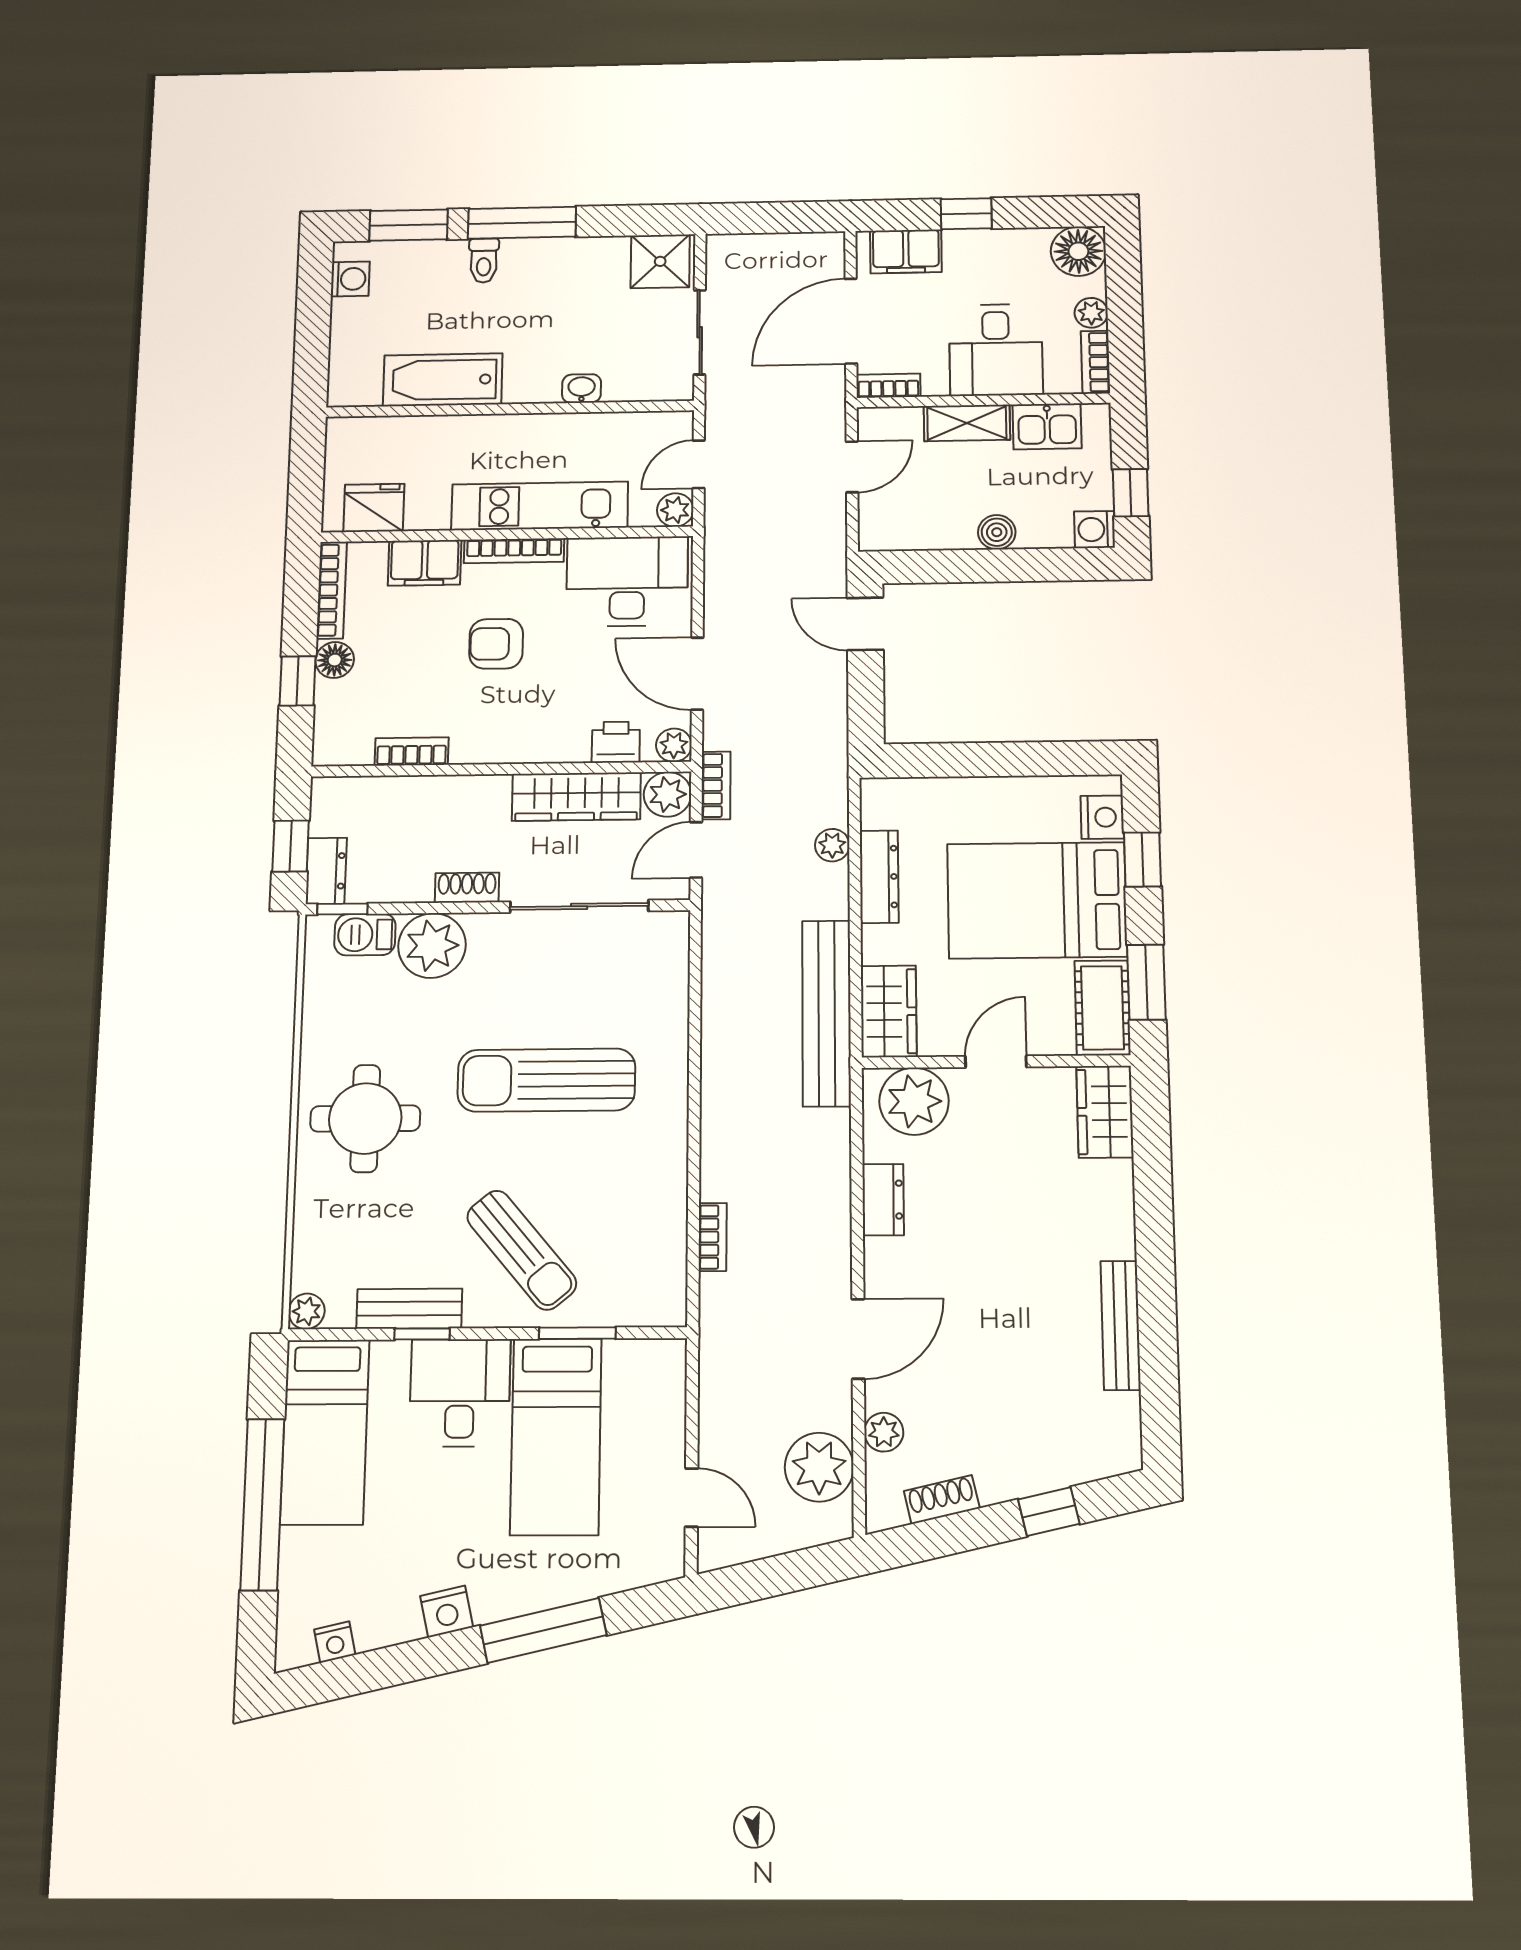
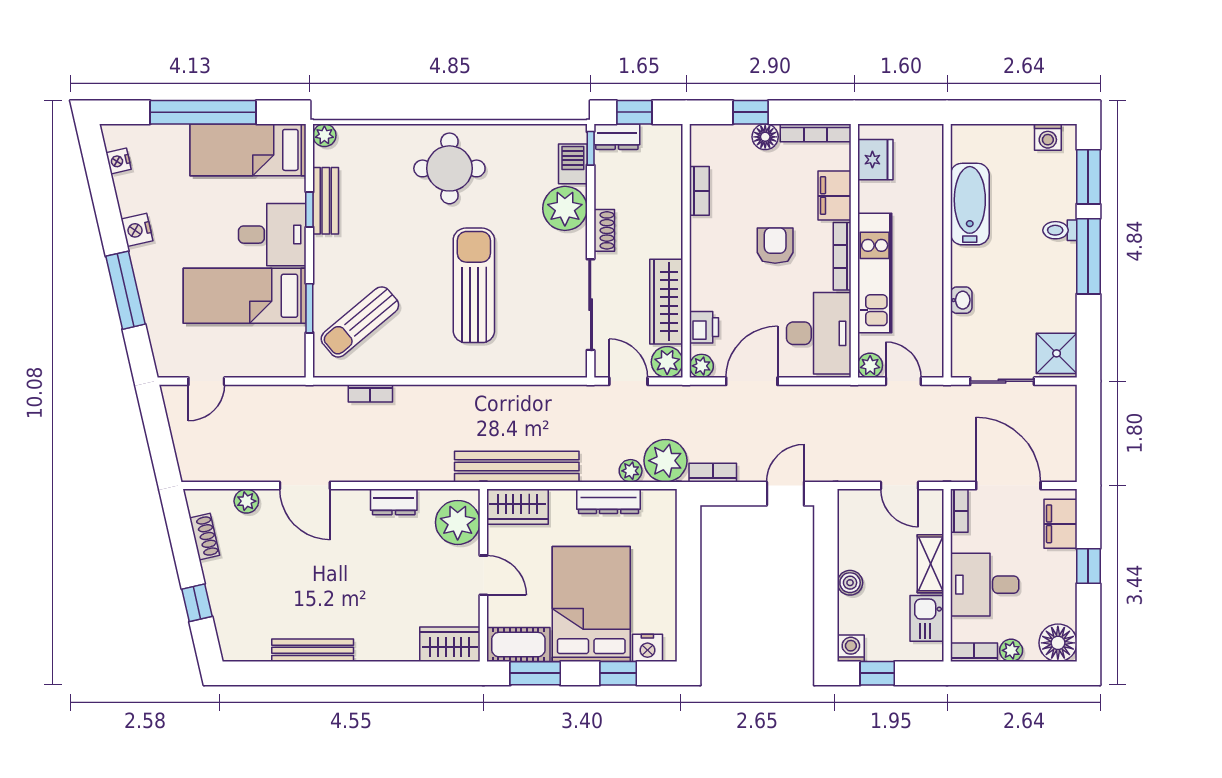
bookcase: (716, 785) -> (713, 473), moved, turned 180
sun lounger: (522, 1250) -> (360, 322), moved
plant: (819, 1467) -> (665, 461), moved

